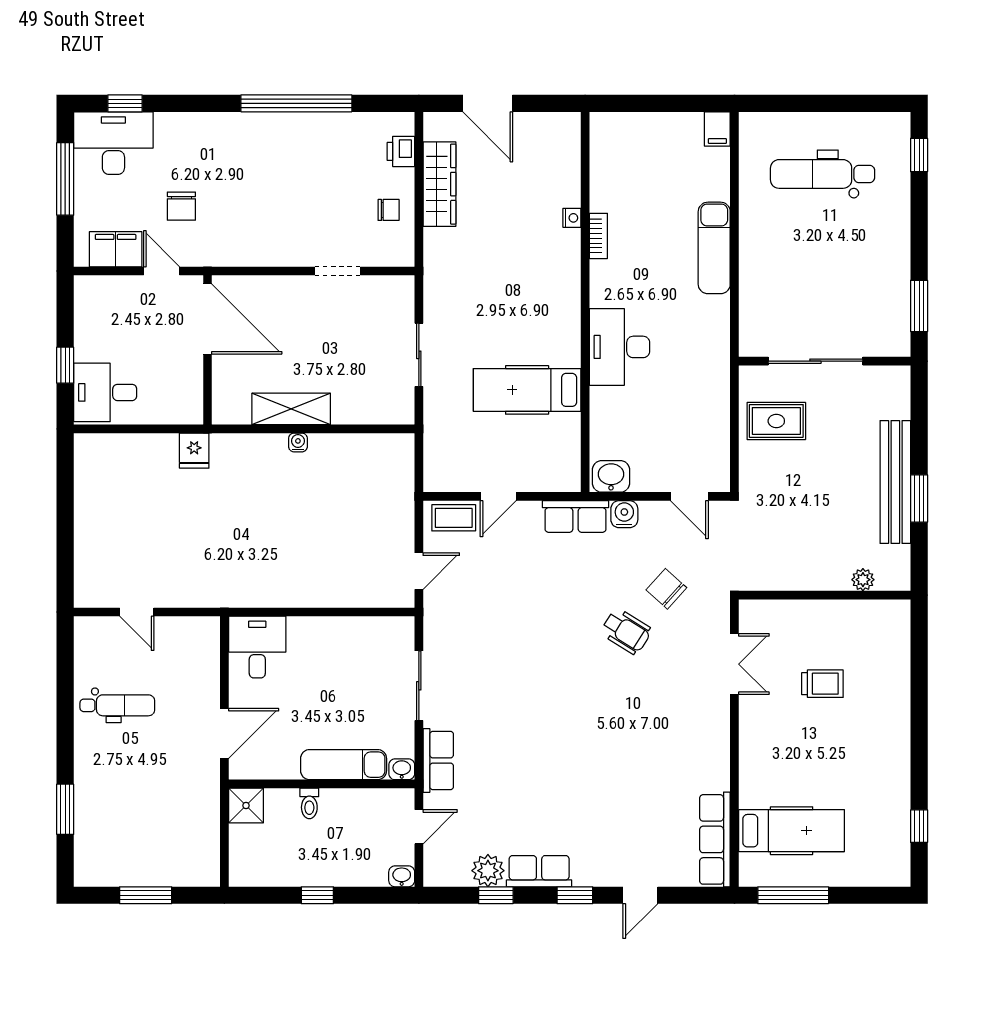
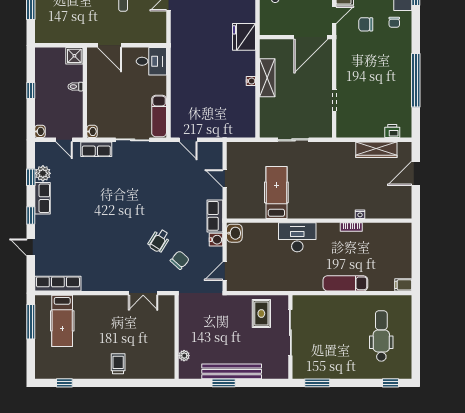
chair: (389, 210) -> (394, 22), moved
fridge: (194, 451) -> (244, 37), width x1.88, depth x1.34
coffee table: (454, 518) -> (214, 157), removed
trolley: (822, 684) -> (118, 364), moved, turned 180
exam couch: (344, 765) -> (159, 116), moved, turned 180

